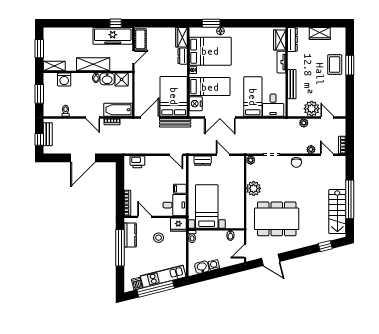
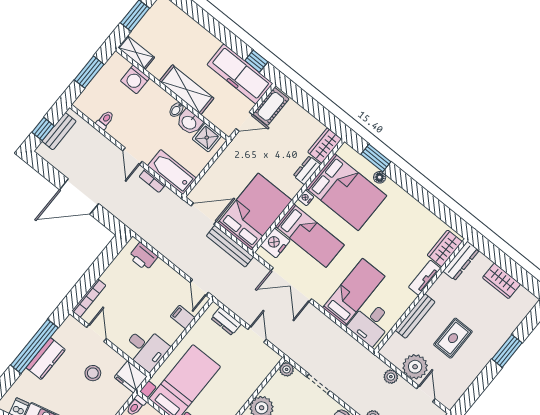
rug: (335, 65) -> (453, 338), moved
filing cabinet: (180, 189) -> (183, 317), moved
kitchen counter: (130, 235) -> (46, 359), moved

